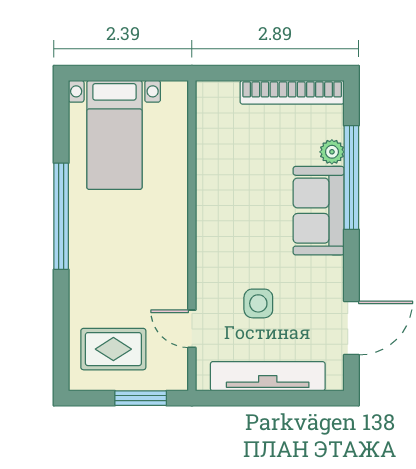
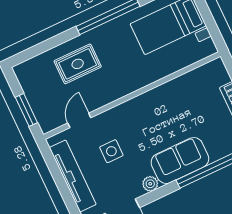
plant: (332, 152) -> (150, 184), moved
rug: (113, 349) -> (78, 64), moved, turned 90

